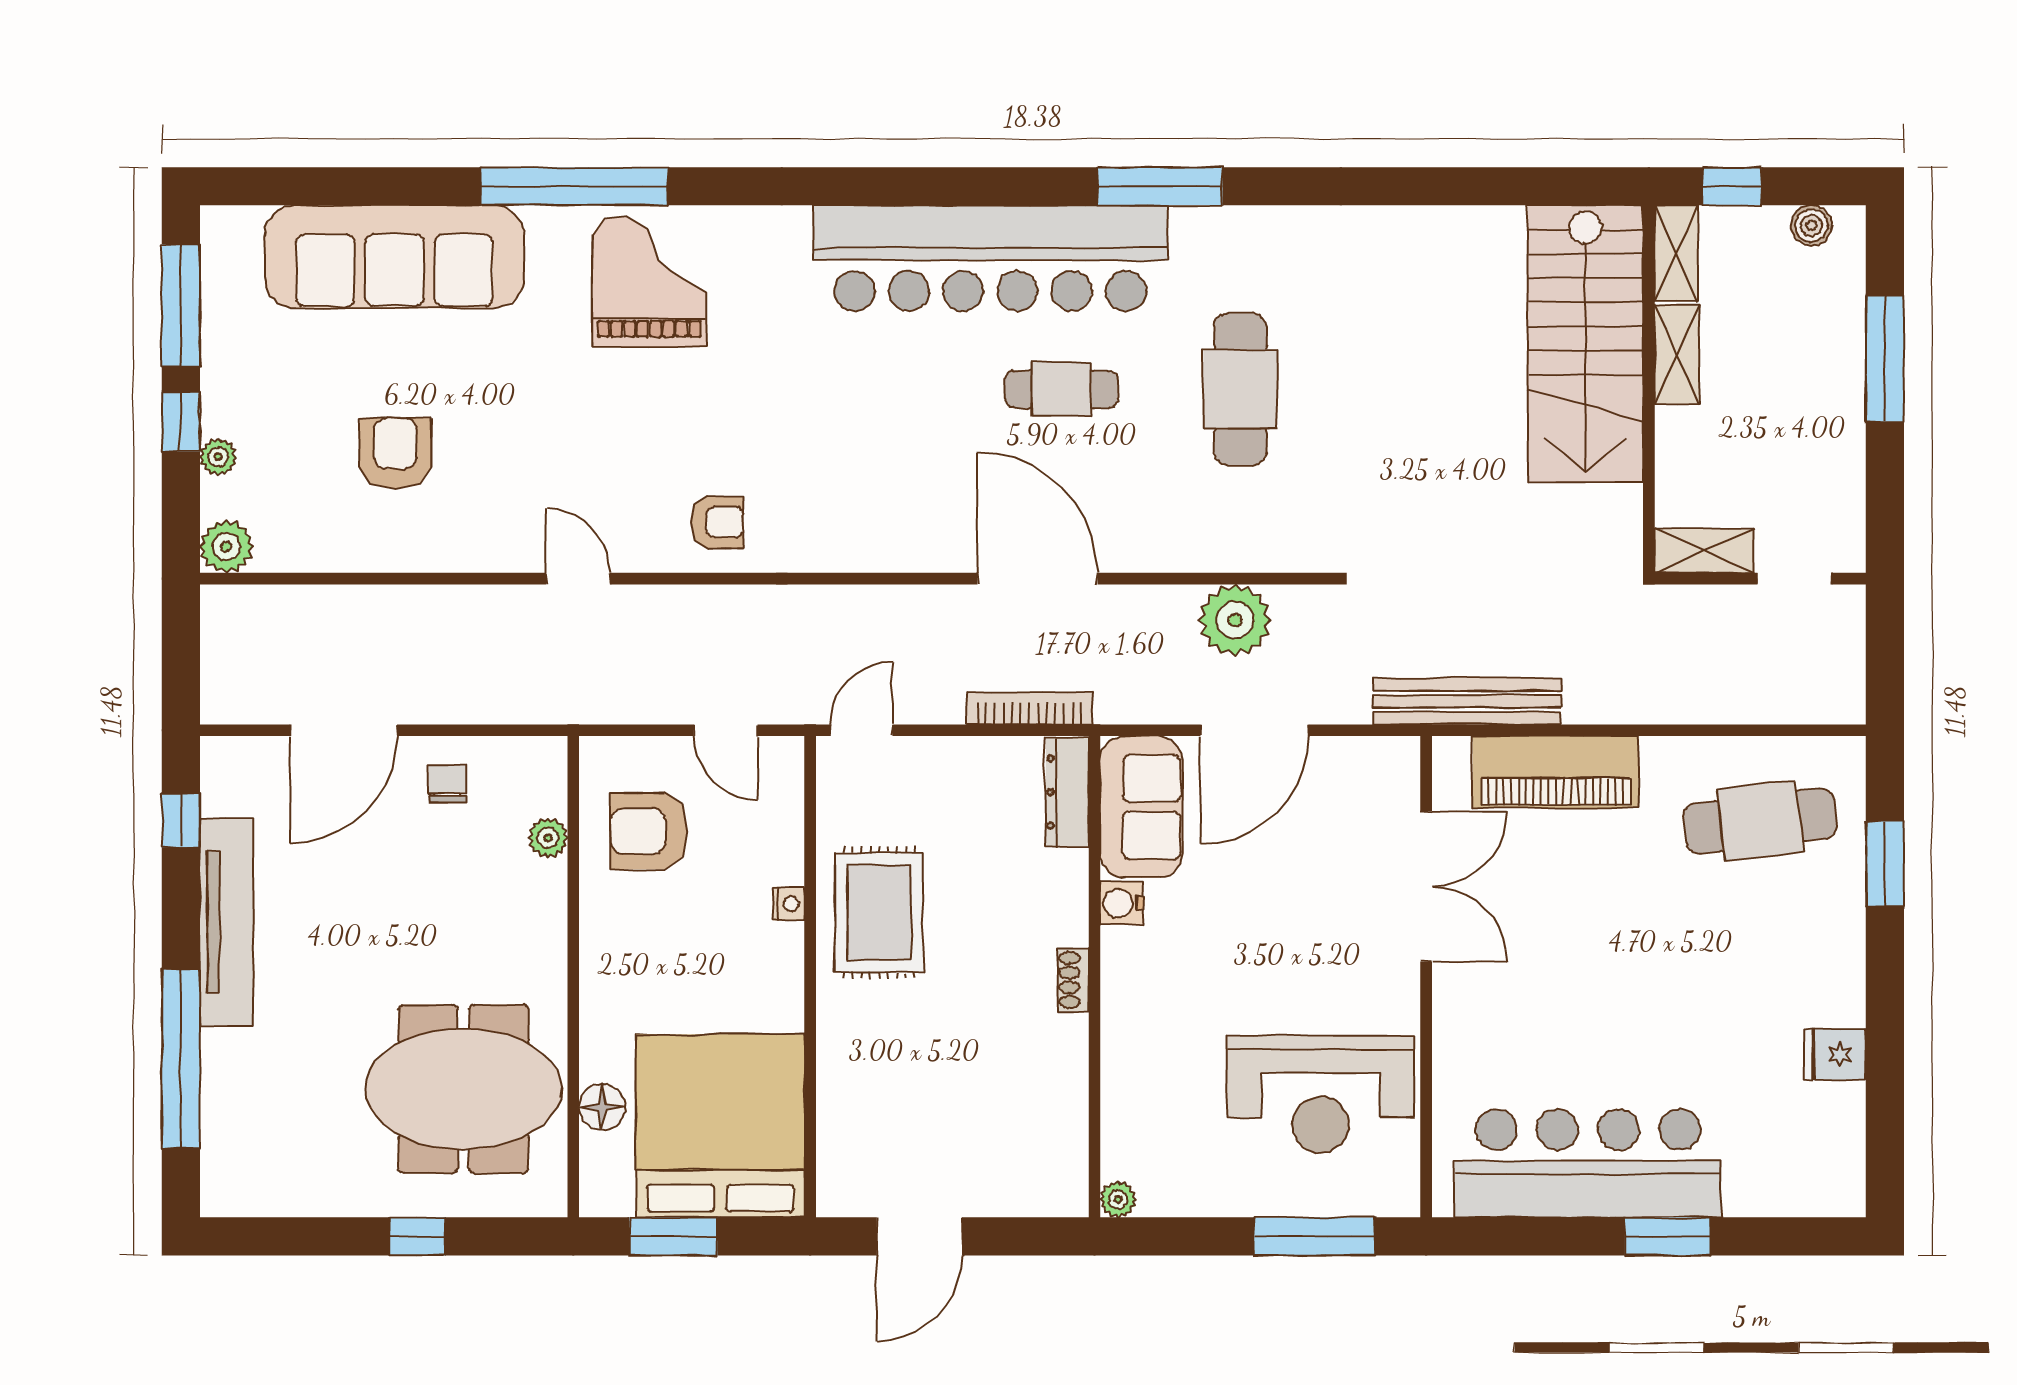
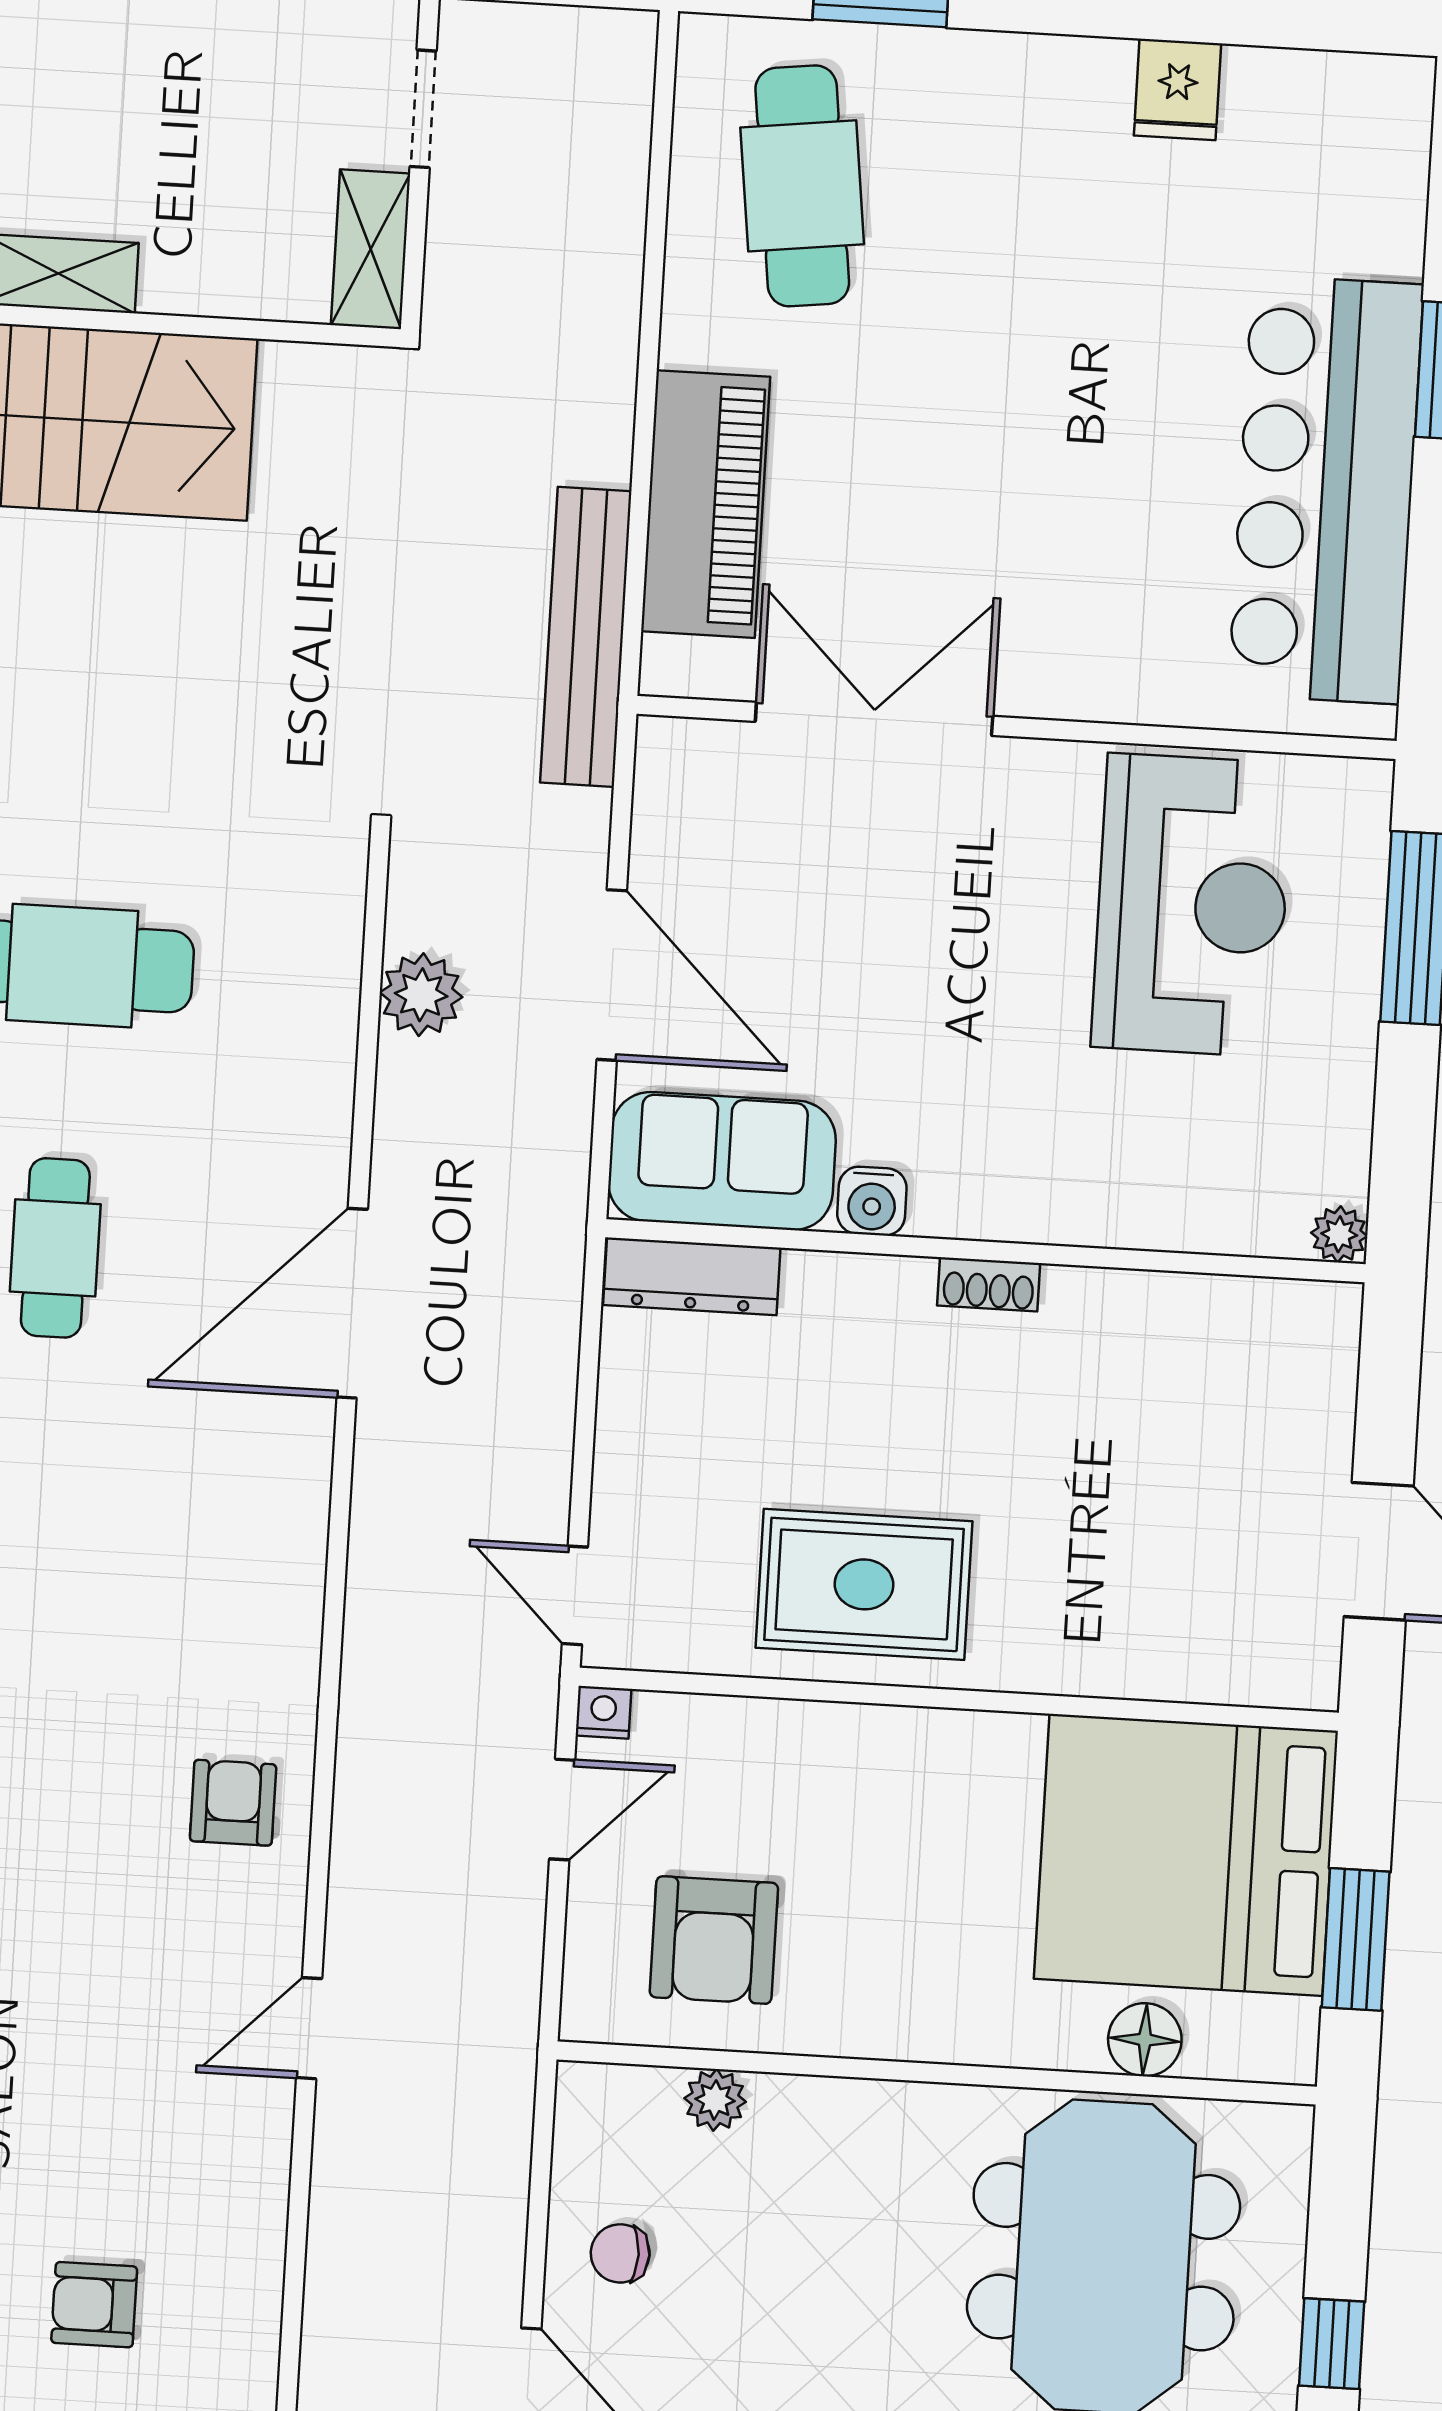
armchair: (395, 453) -> (94, 2305), width x0.72, depth x0.72
plant: (1235, 620) -> (421, 995), width x0.73, depth x0.73
bookcase: (1029, 708) -> (556, 1328), removed
nightstand: (789, 904) -> (603, 1712), moved

